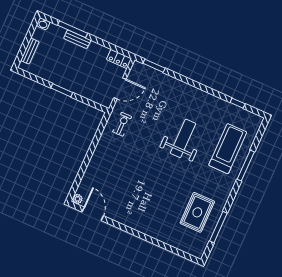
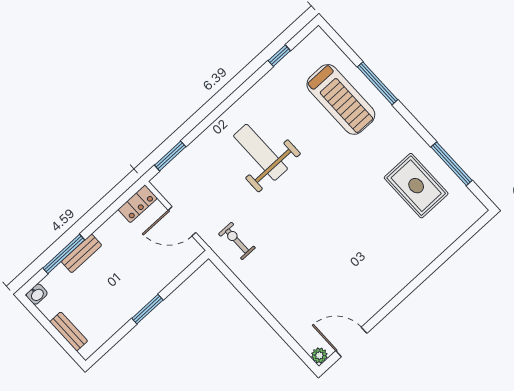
door: (120, 88) -> (182, 221), swing flipped
weight bench: (183, 138) -> (261, 152), moved
treadmill: (228, 149) -> (341, 99), turned 180

